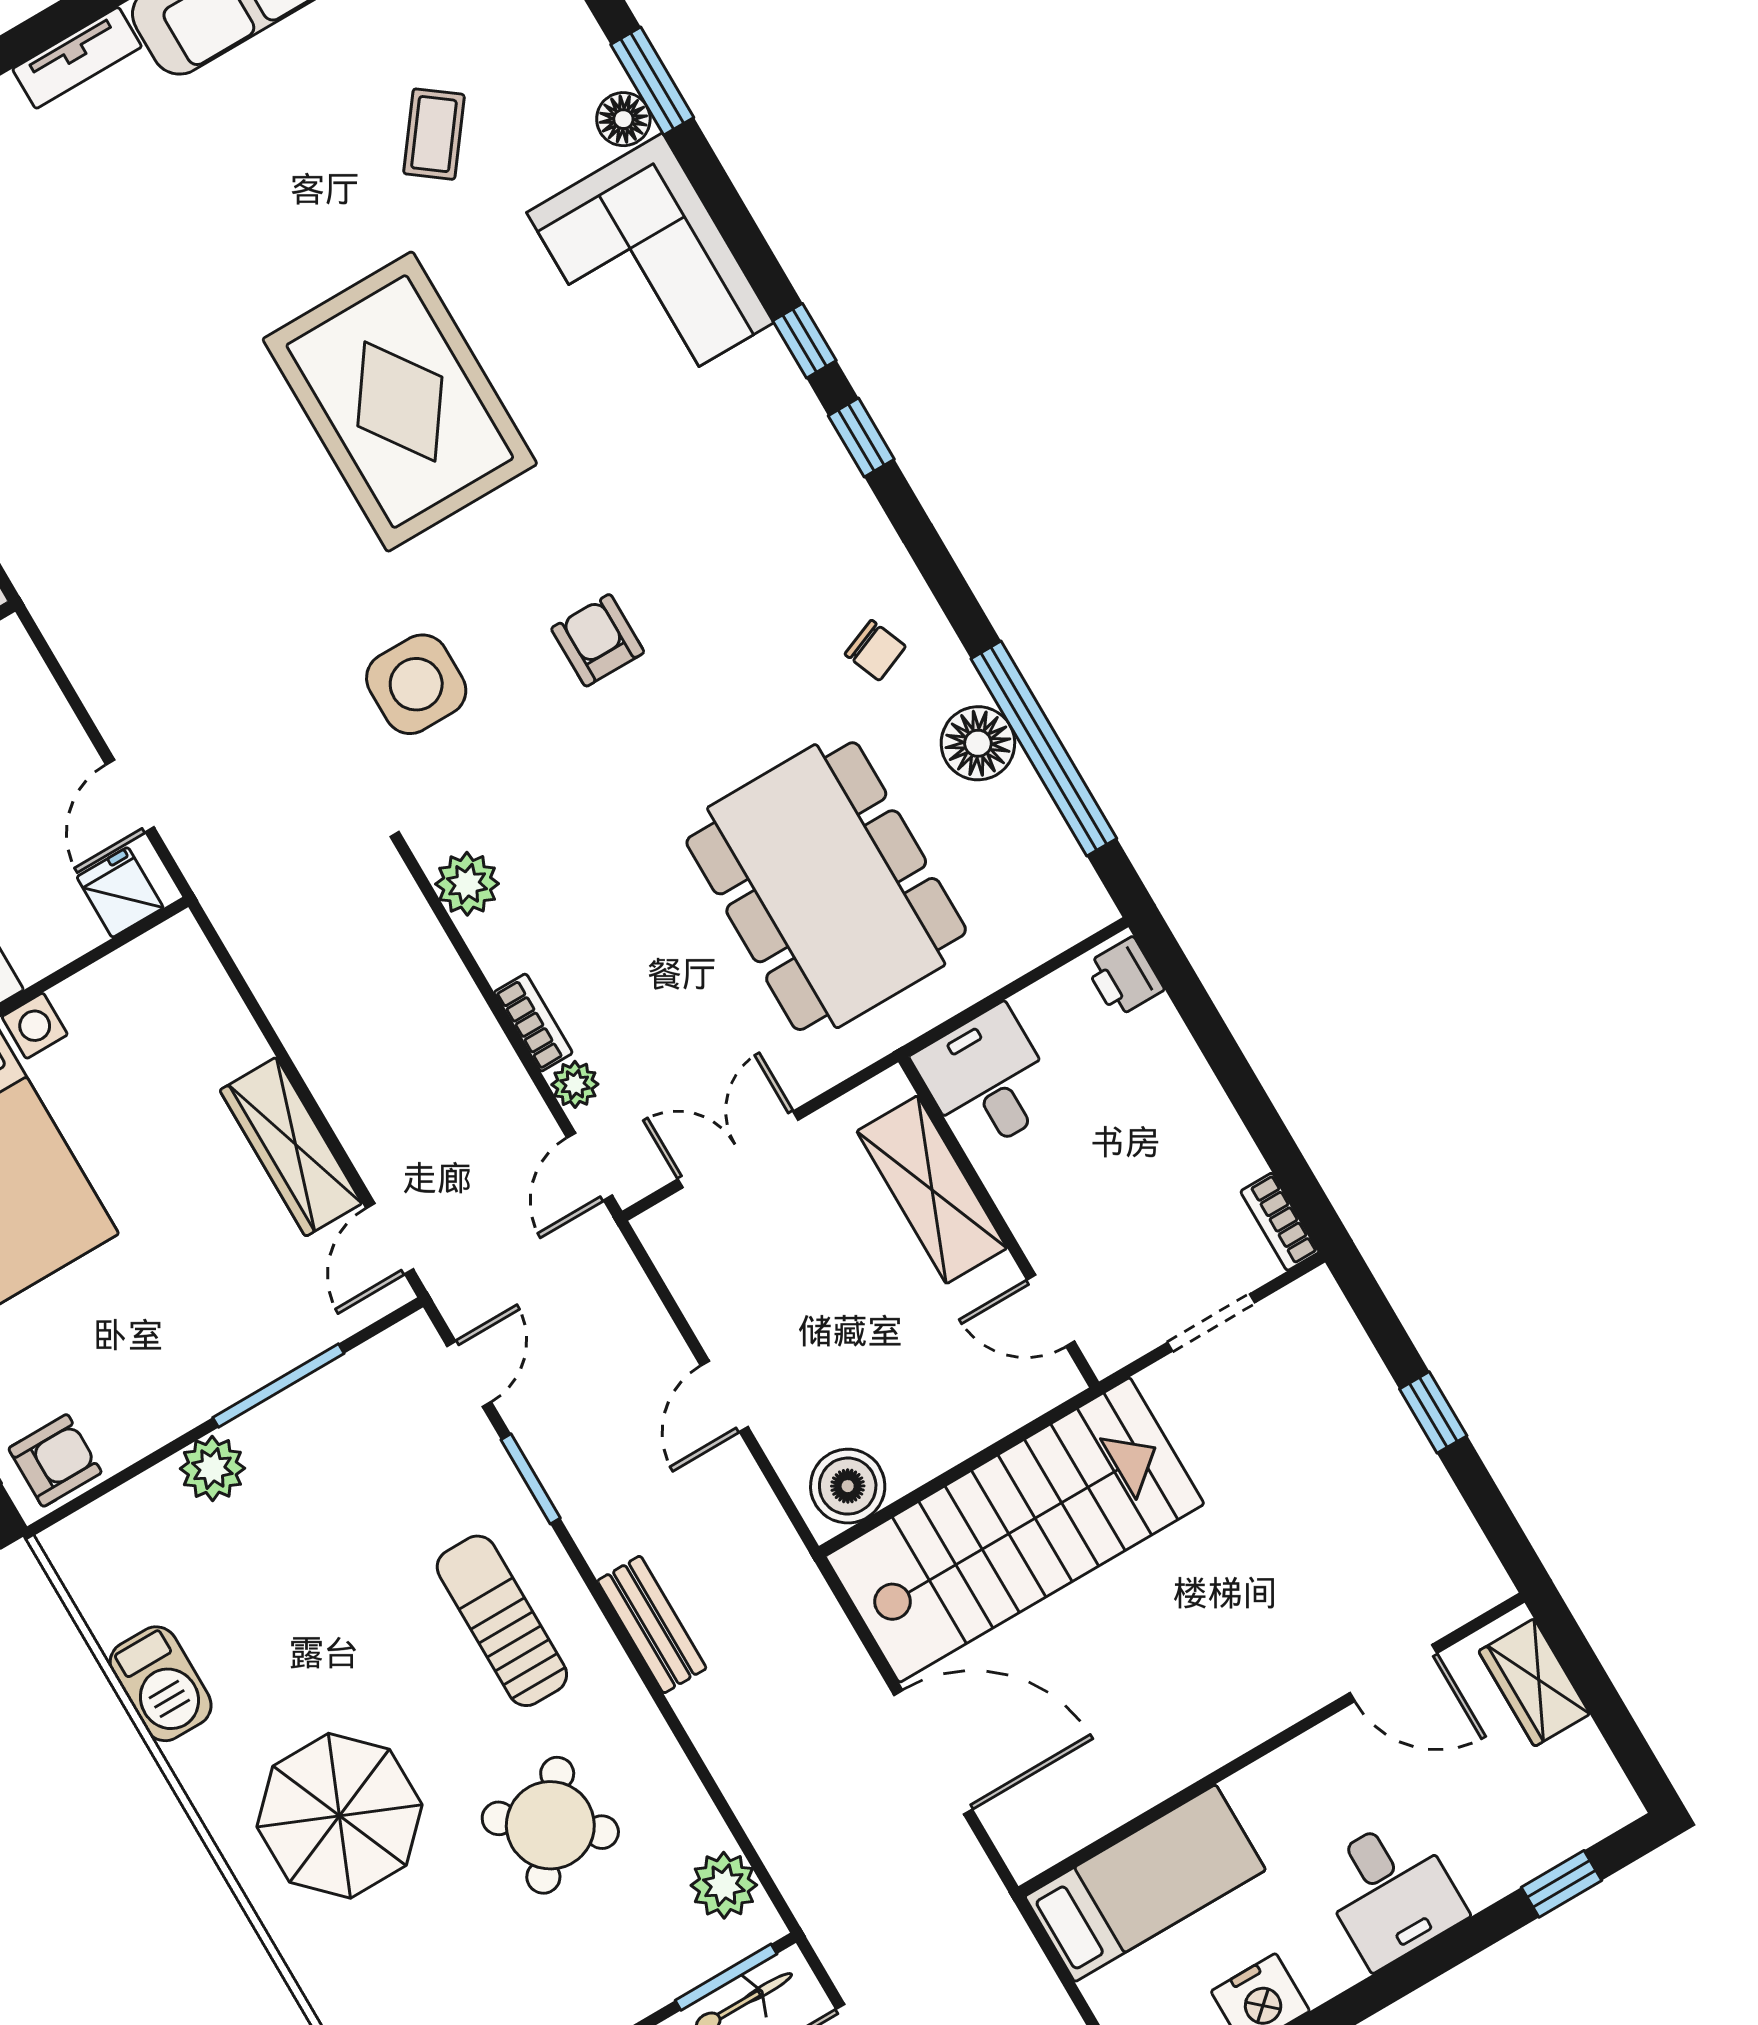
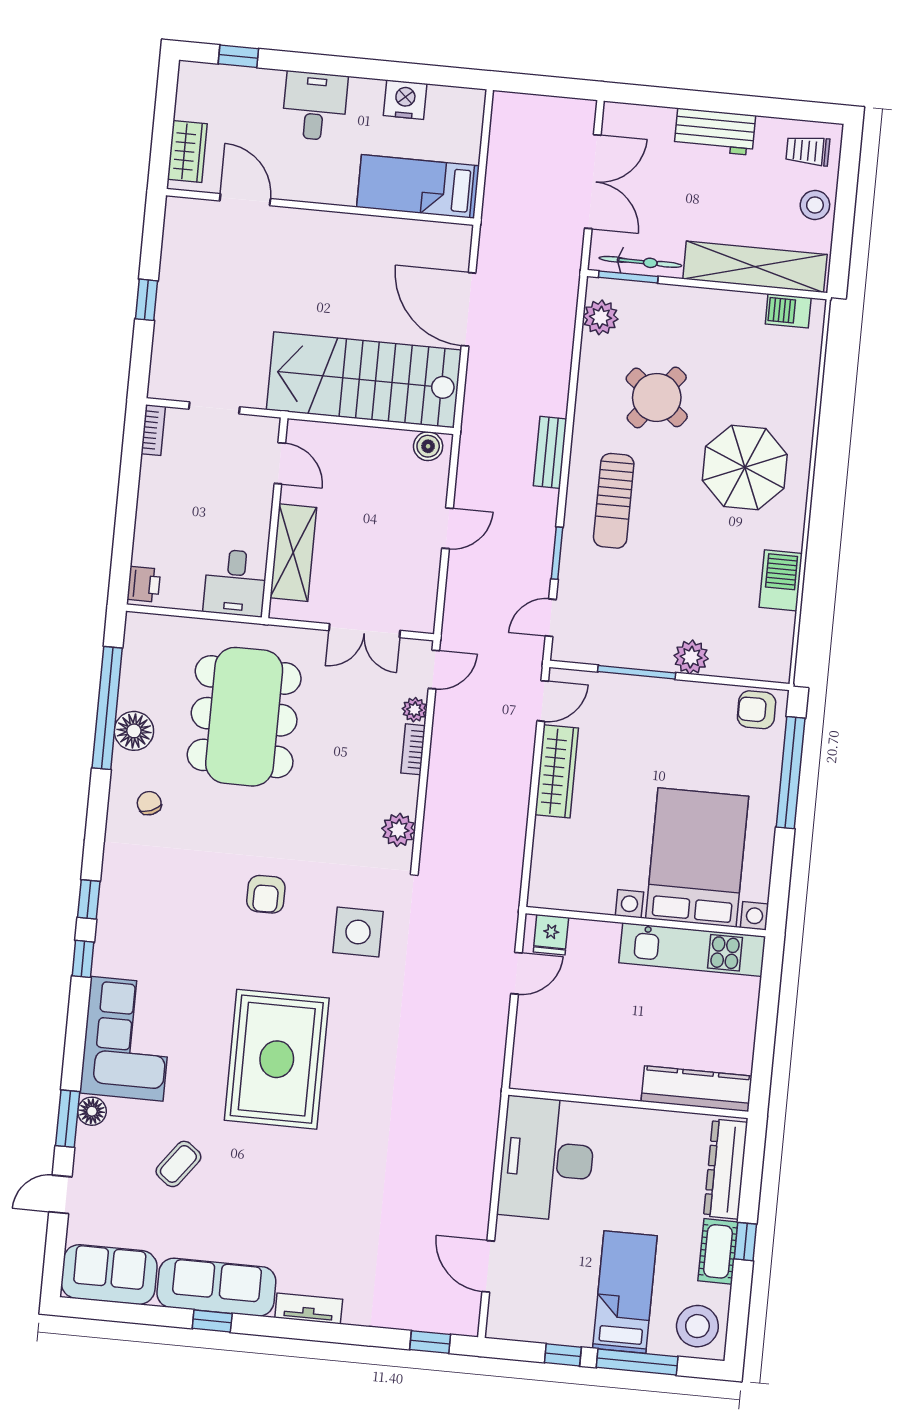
boiler: (848, 1486) -> (428, 446), width x0.73, depth x0.73

